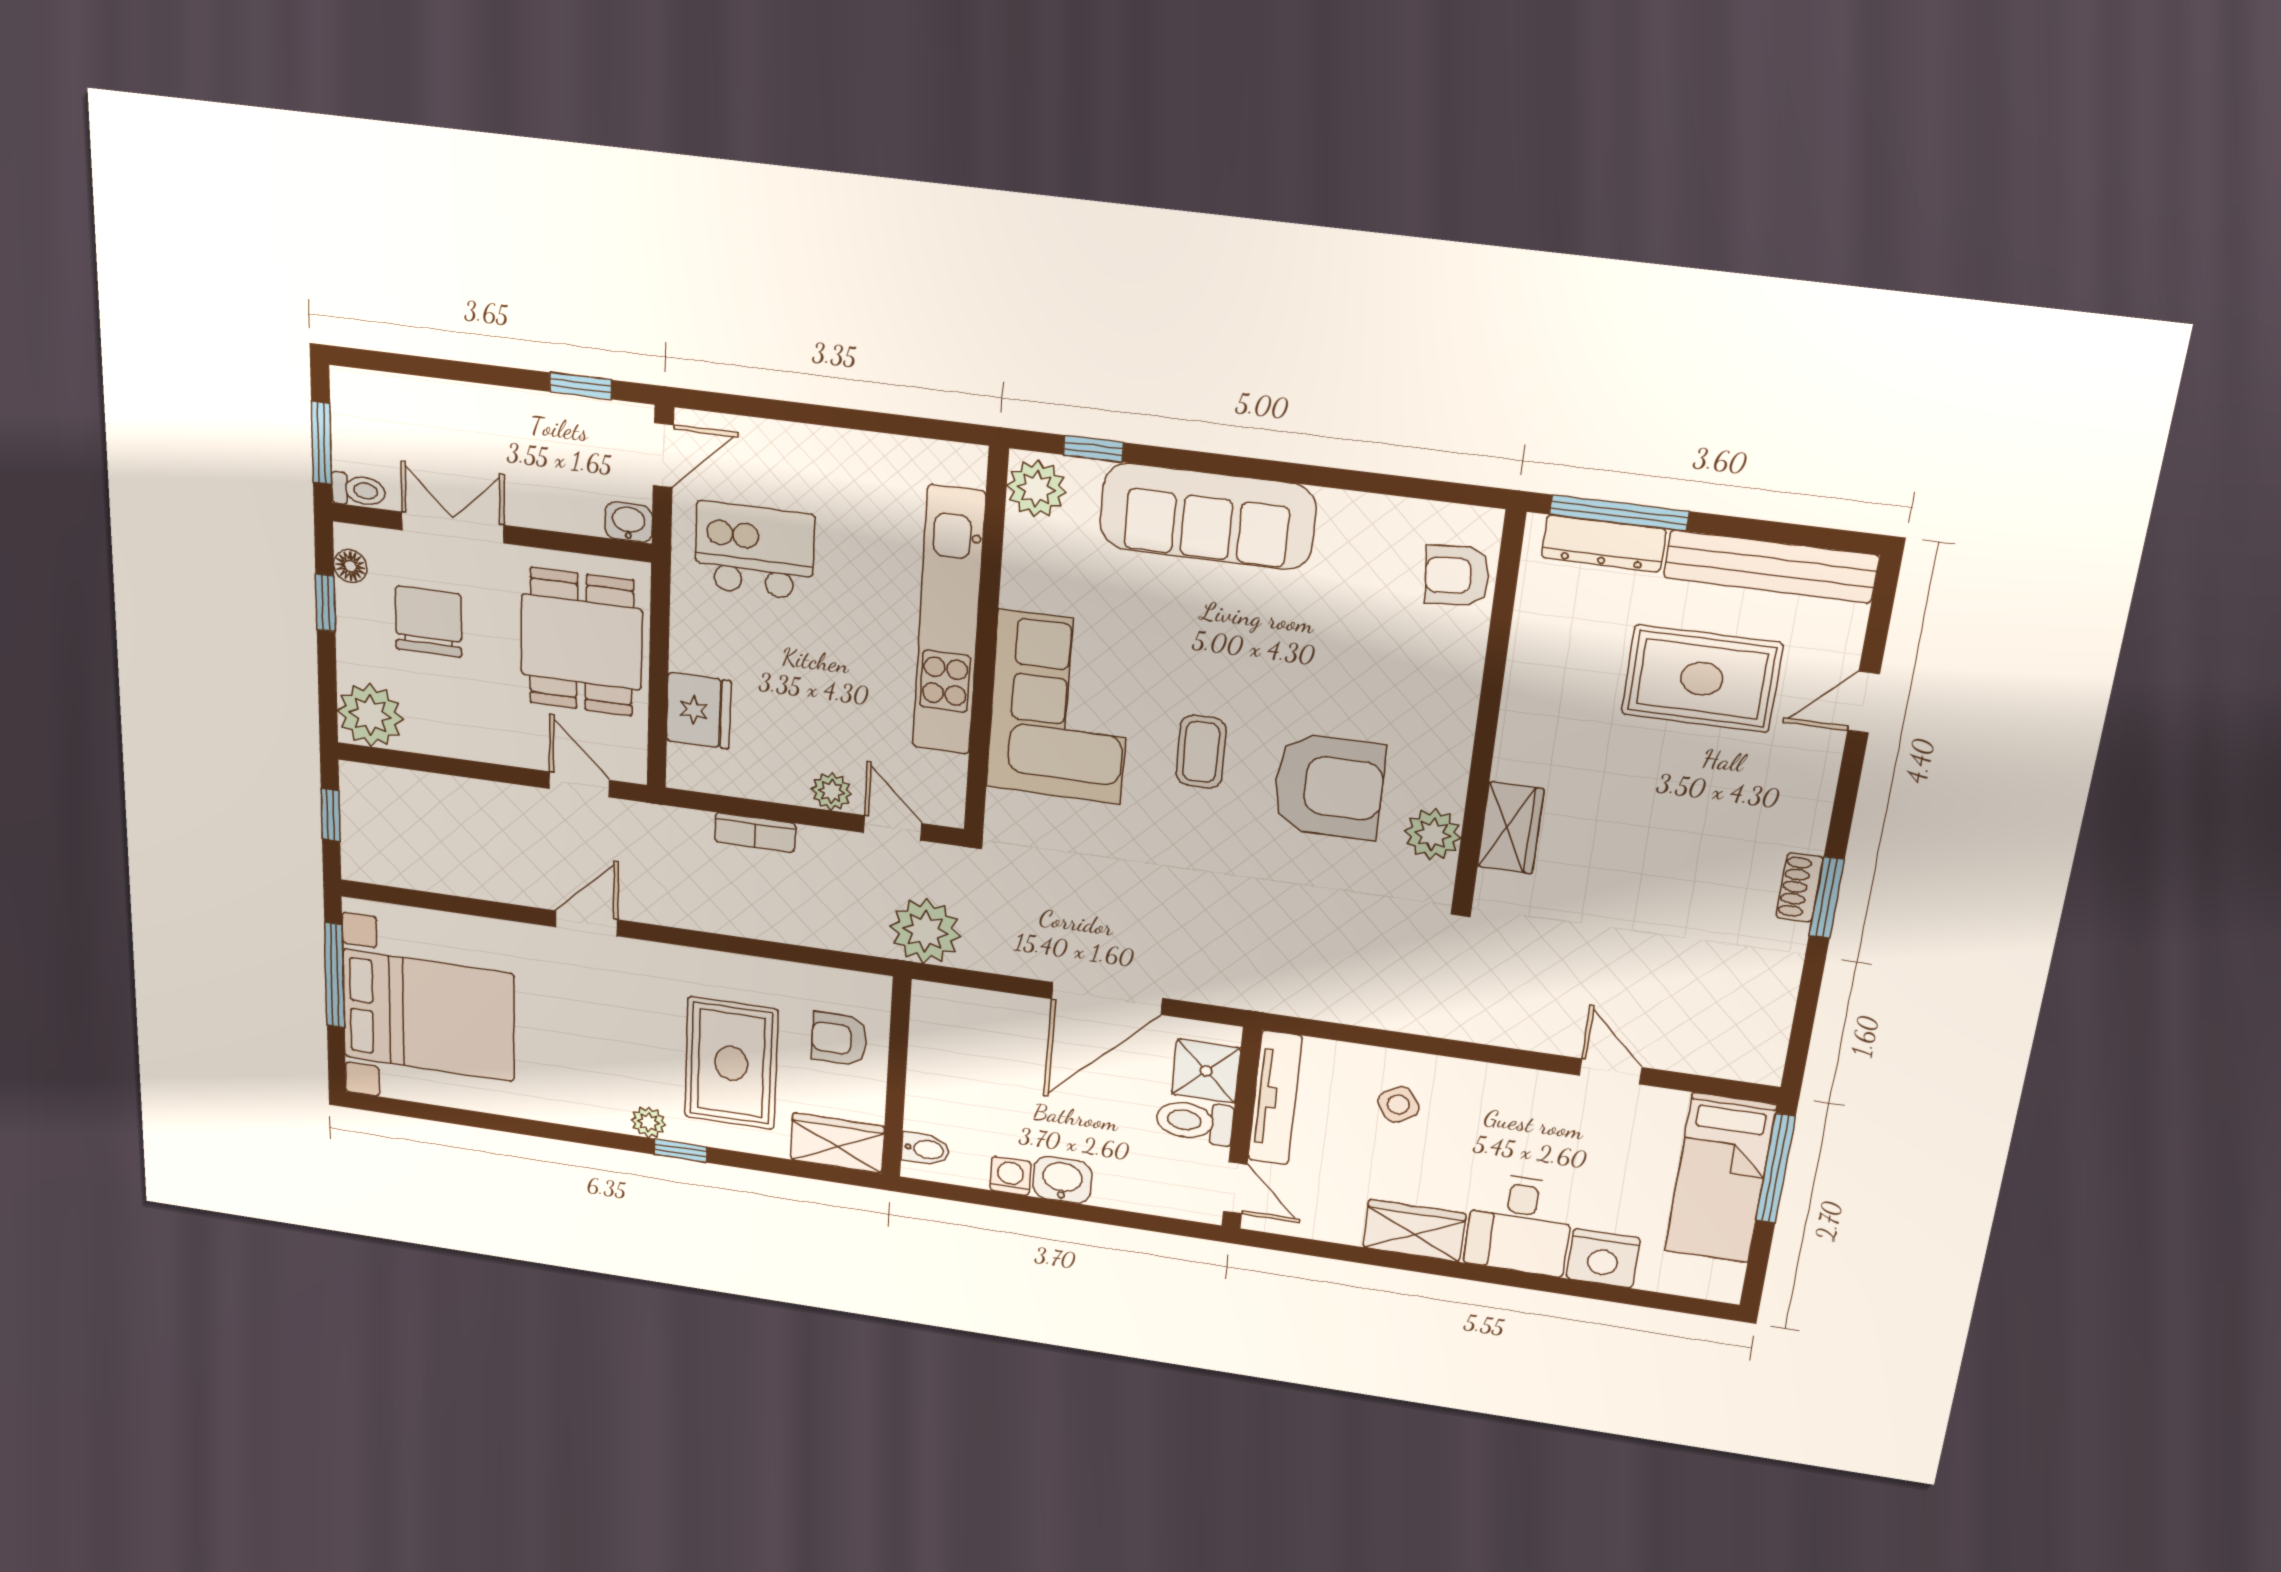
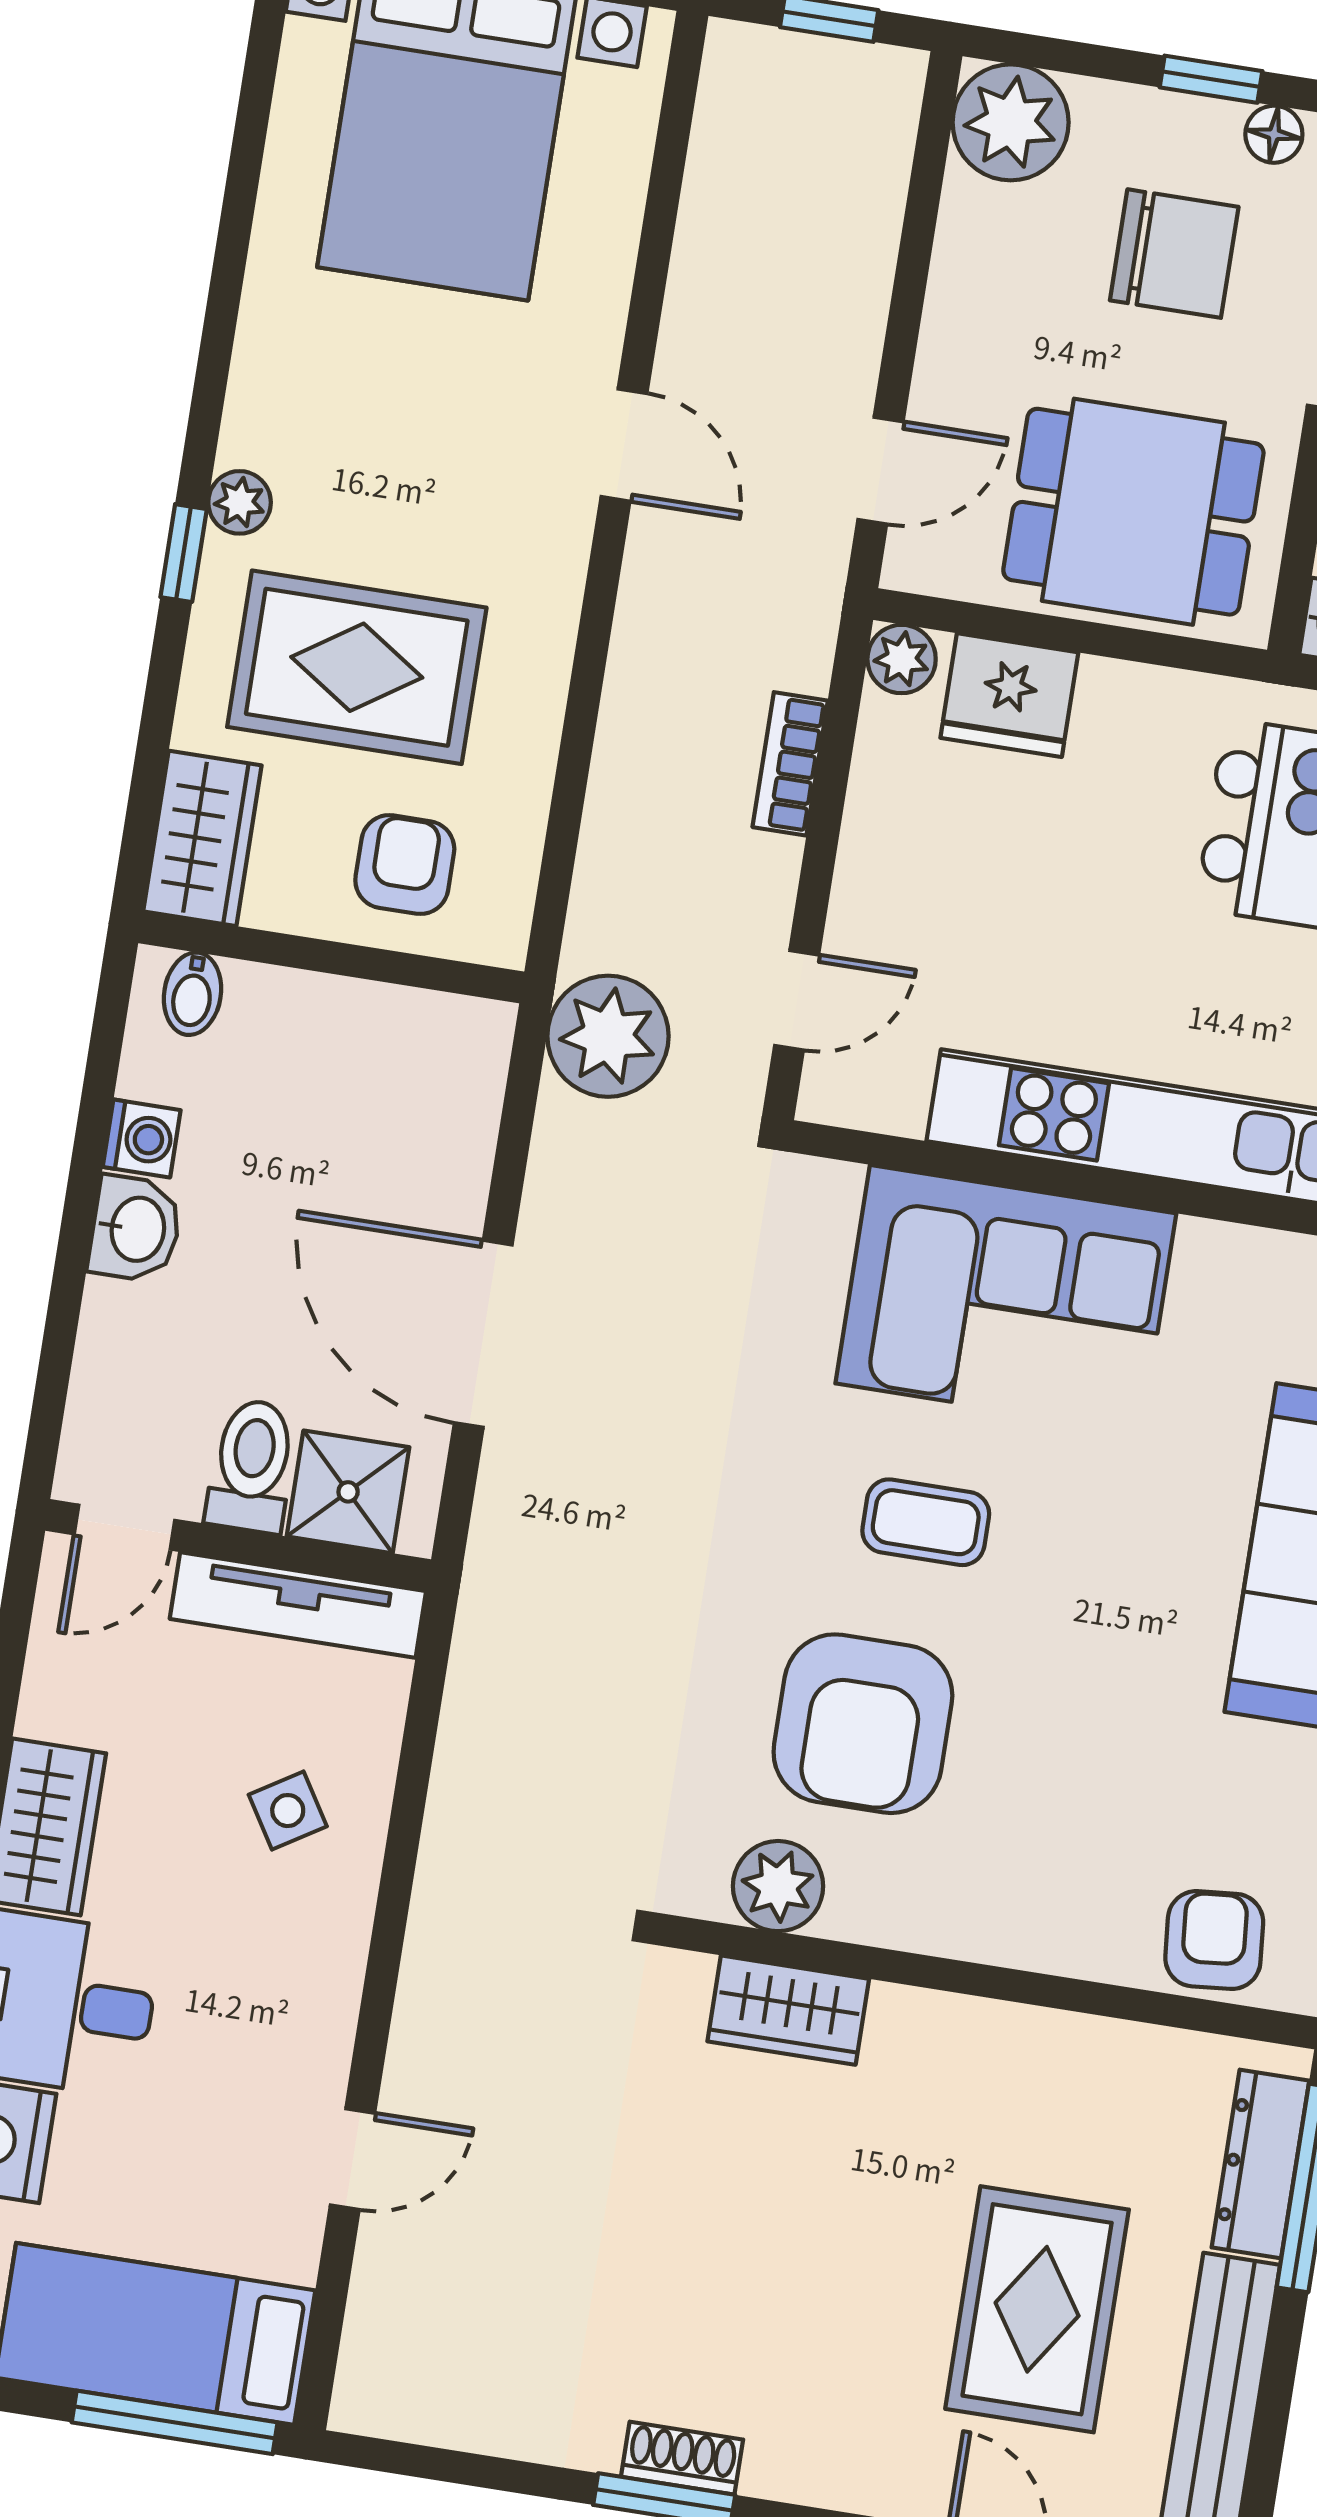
plant: (831, 792) -> (902, 659), moved

